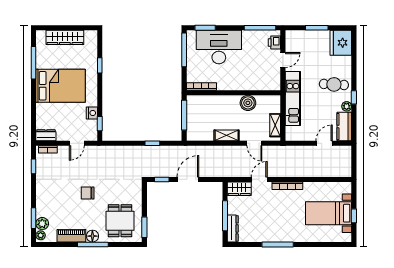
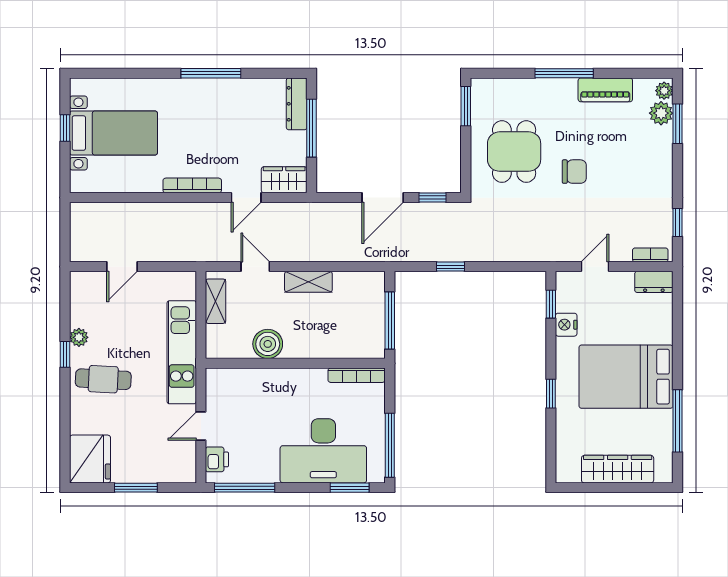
window: (100, 65) -> (551, 394), moved
kitchen counter: (344, 127) -> (83, 299), removed
dining table: (120, 221) -> (514, 152), moved
floor lamp: (92, 236) -> (565, 89), removed

